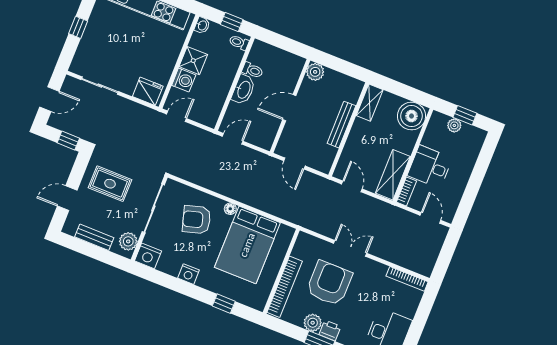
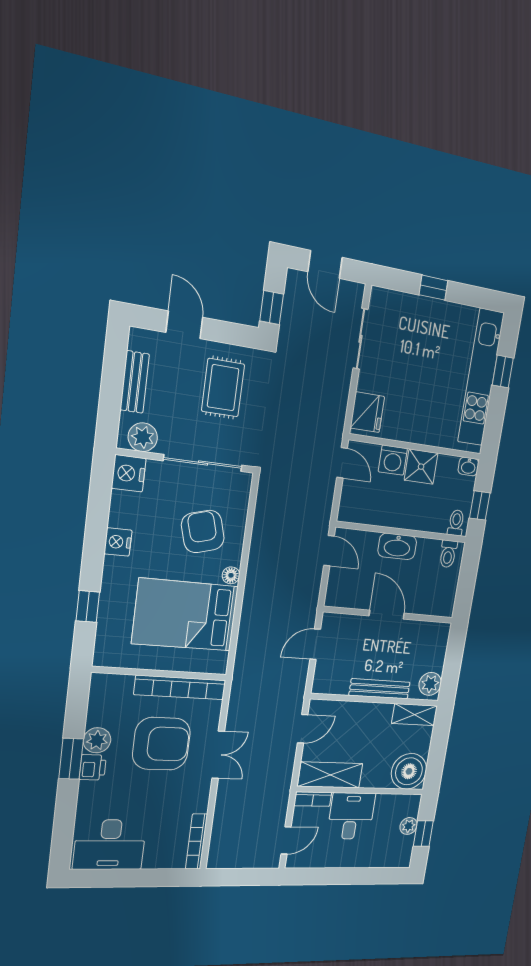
toilet: (252, 70) -> (448, 554), moved
plant: (315, 72) -> (430, 684), moved
bookcase: (285, 287) -> (180, 687), moved

